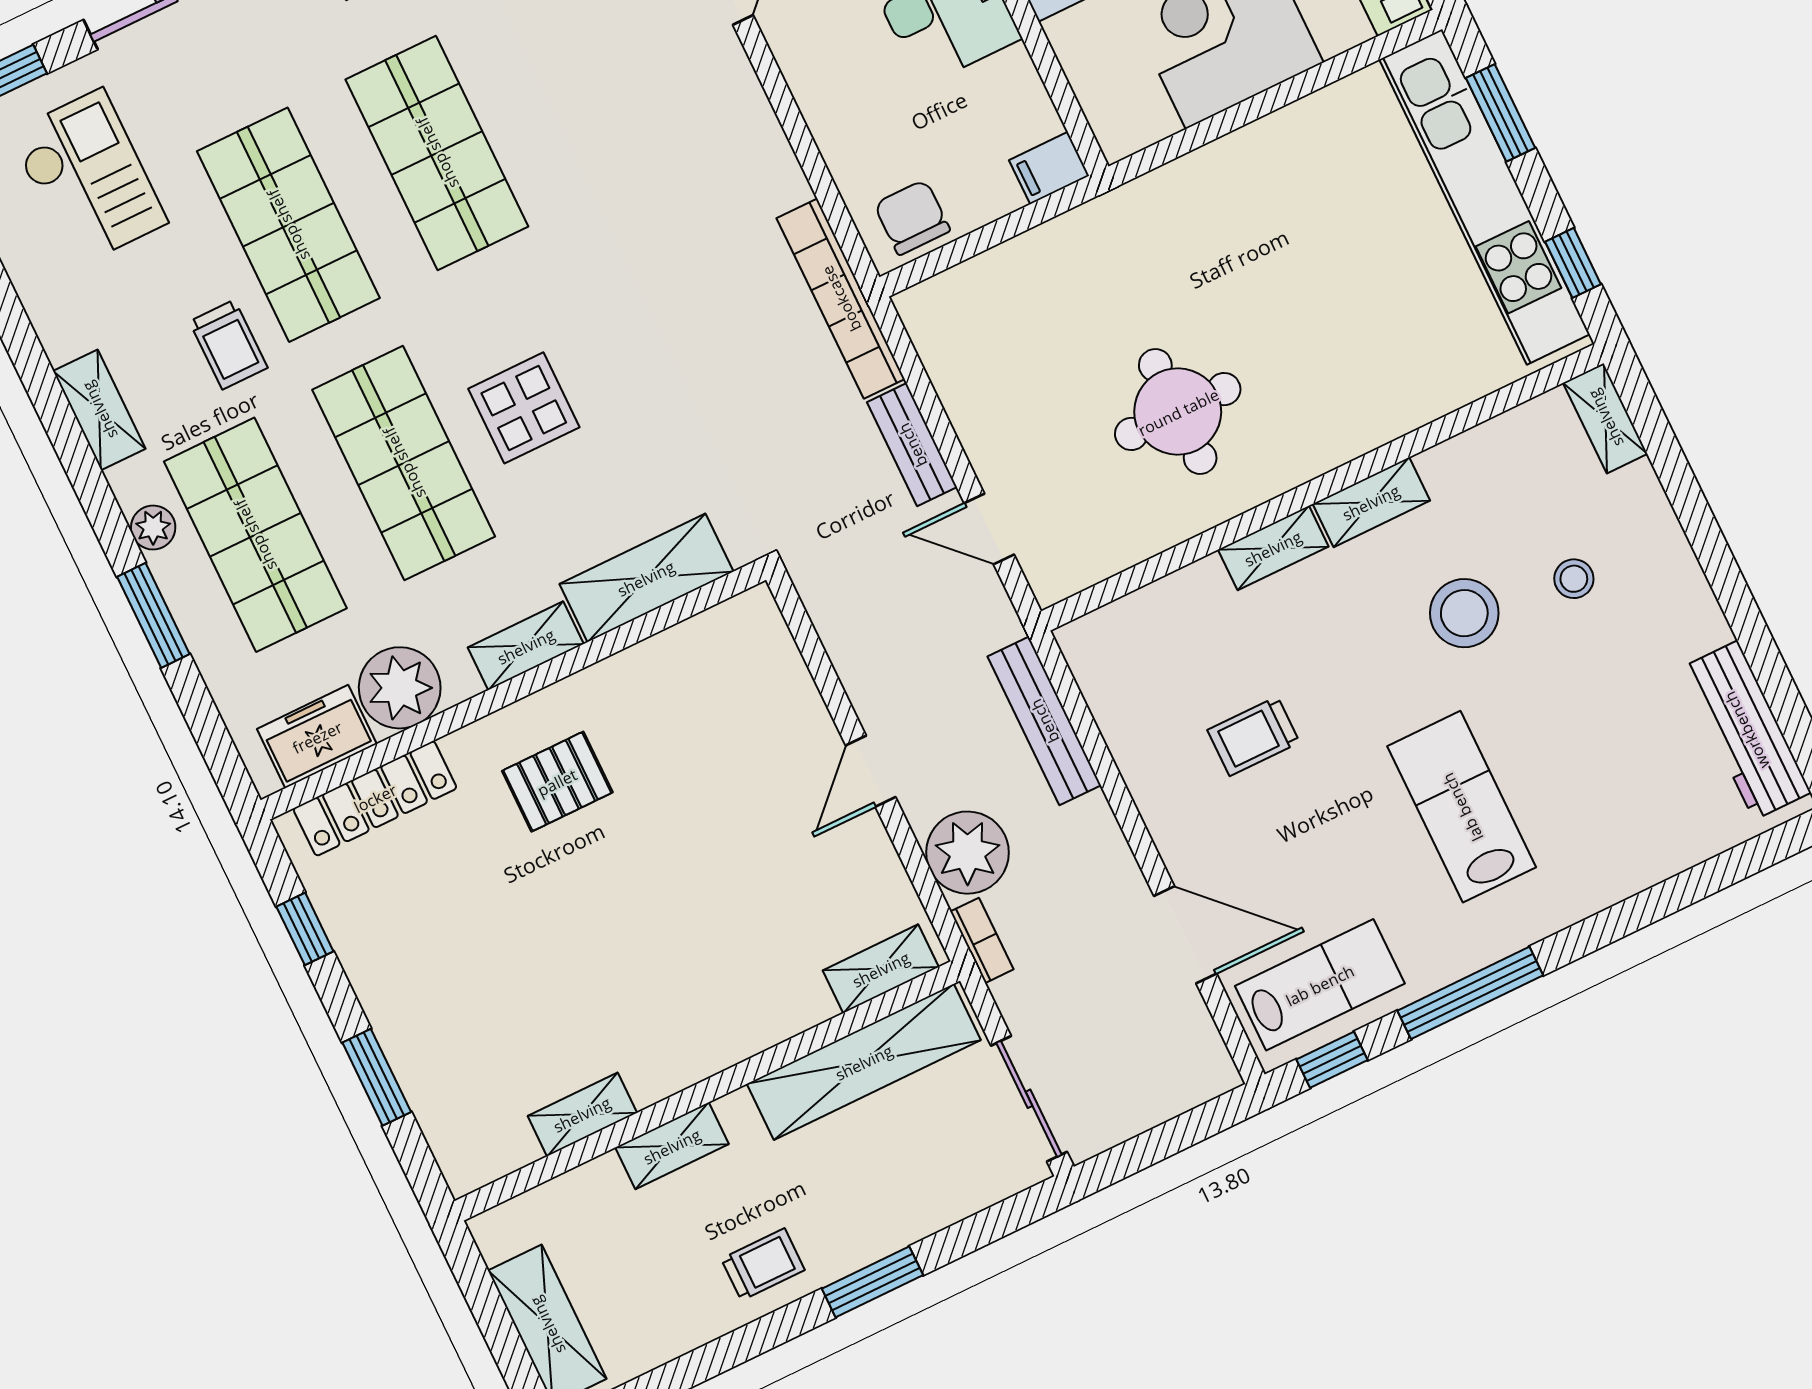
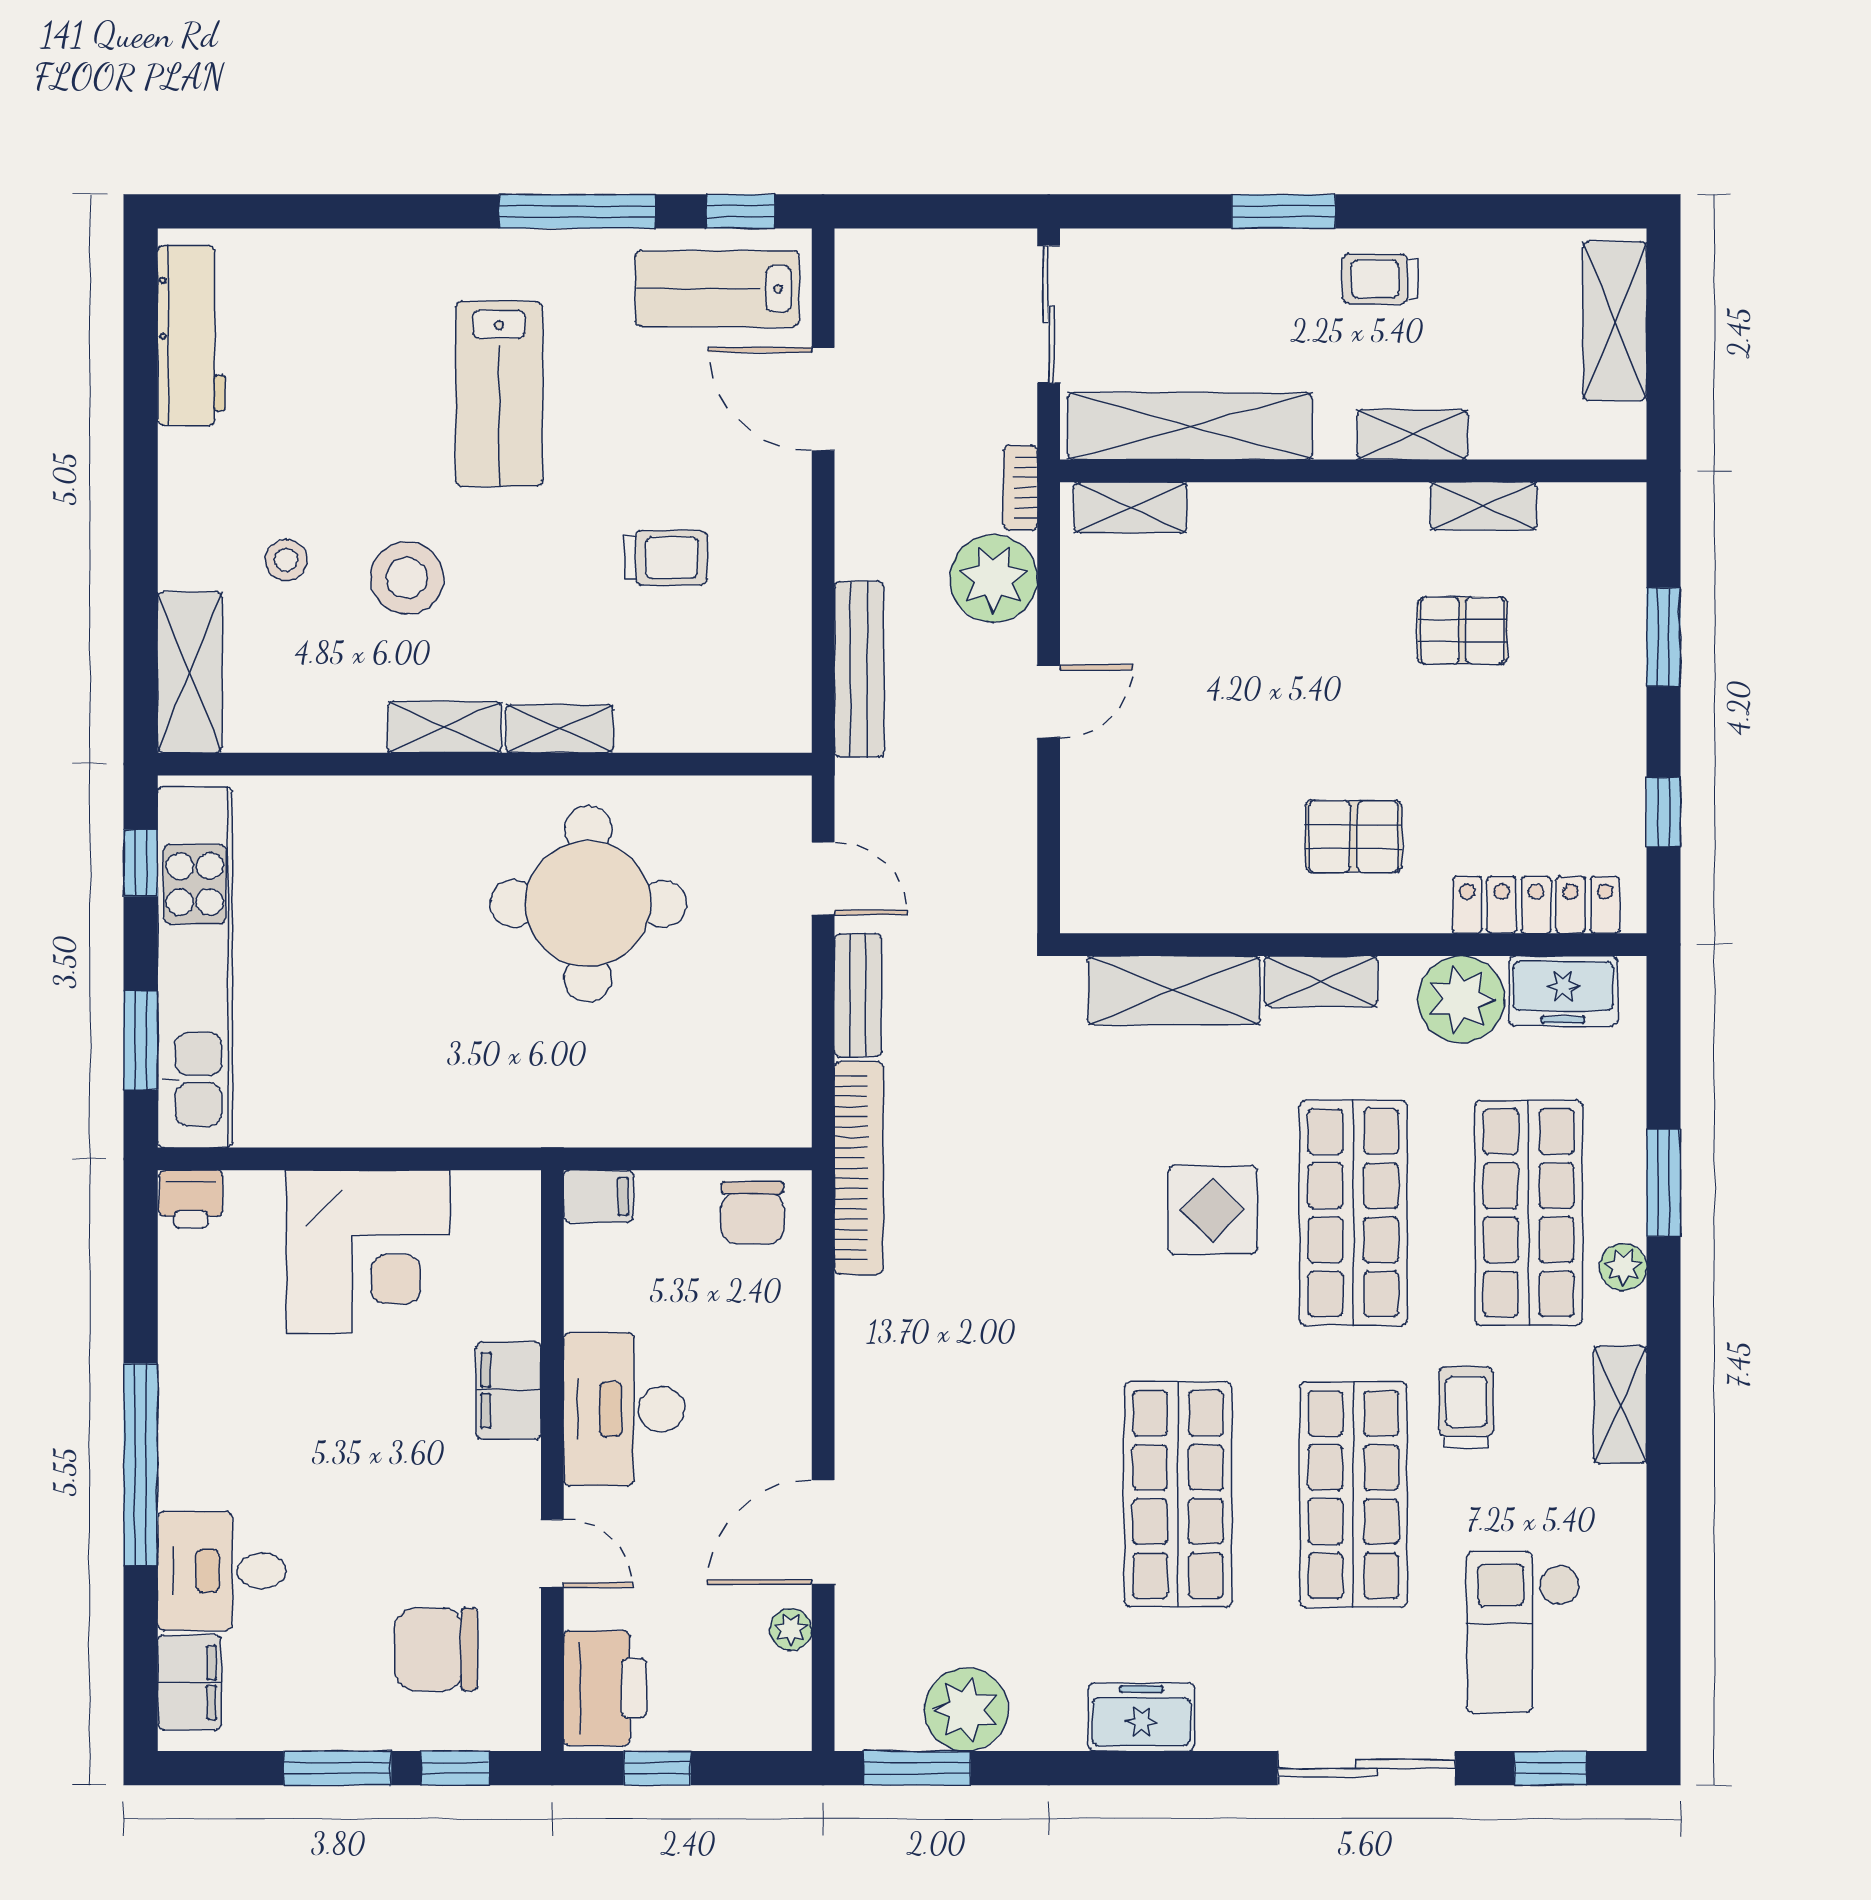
round table: (1178, 412) -> (588, 904), width x1.36, depth x1.36
shelving: (1605, 418) -> (190, 672), width x1.50, depth x1.33
pallet: (549, 1000) -> (1463, 631), added

